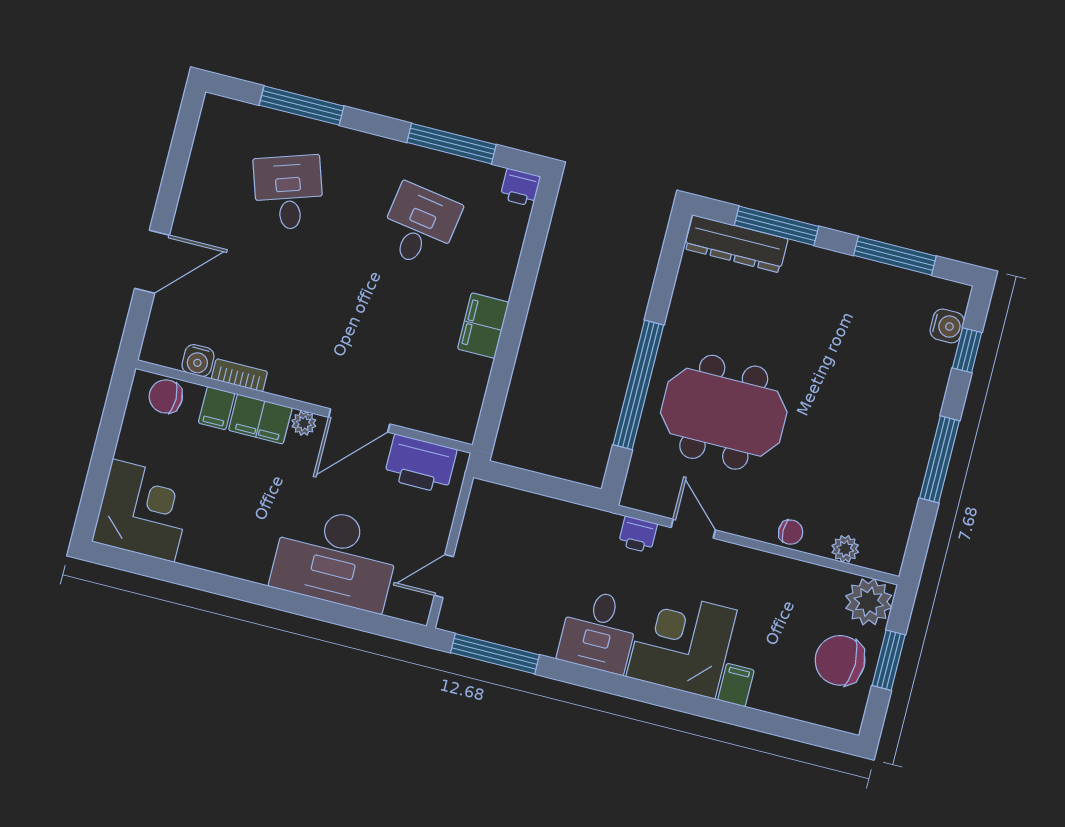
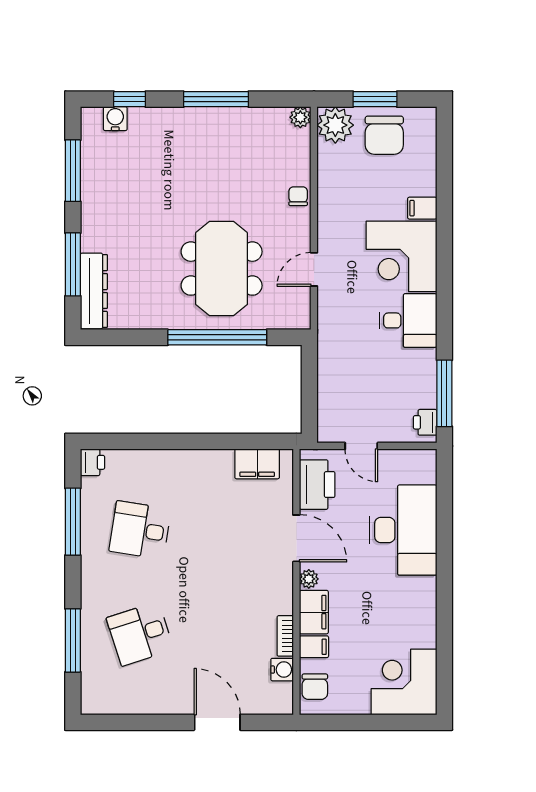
filing cabinet: (483, 326) -> (257, 464), moved
printer: (638, 535) -> (425, 422), moved, turned 180
plant: (845, 549) -> (300, 117), moved
door: (444, 576) -> (361, 446), moved

